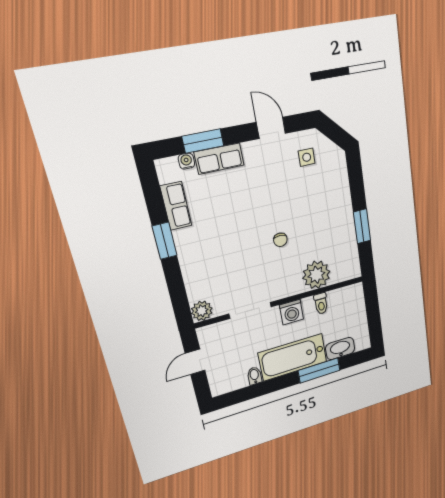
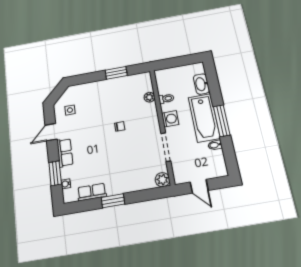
row of seats: (219, 159) -> (65, 153), moved
plant: (316, 275) -> (149, 97), width x0.53, depth x0.53
window: (319, 370) -> (222, 121), moved

